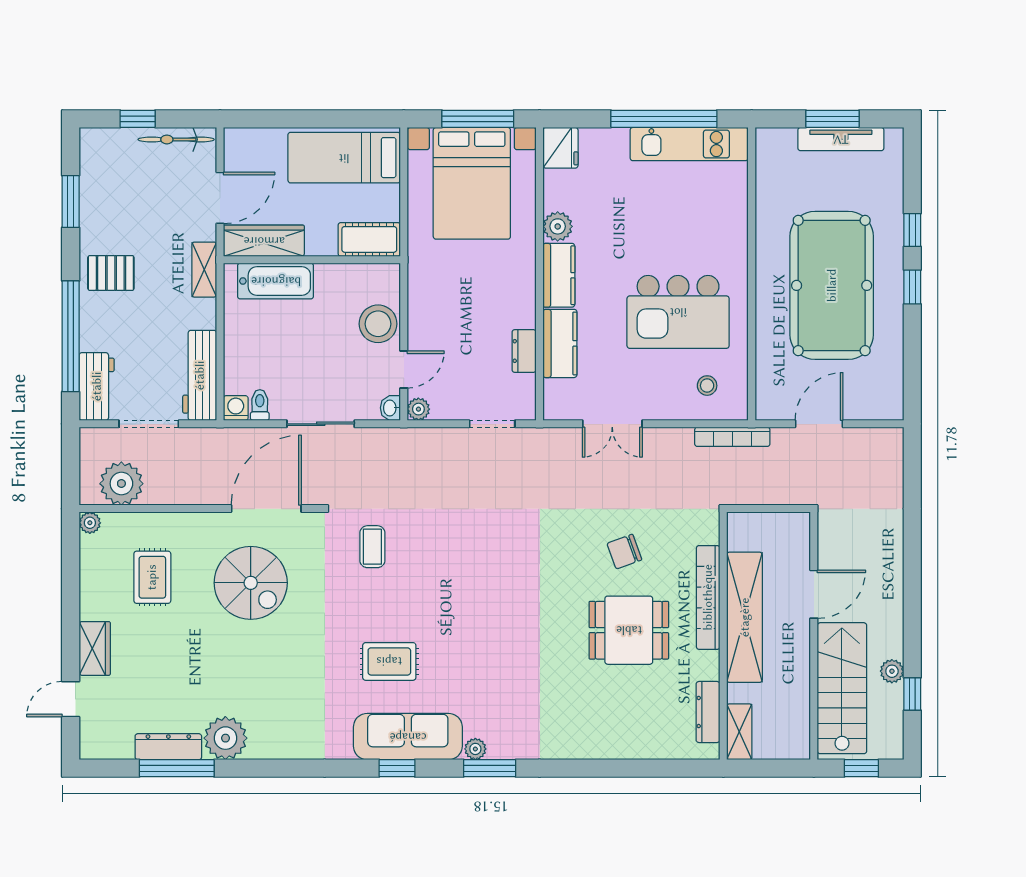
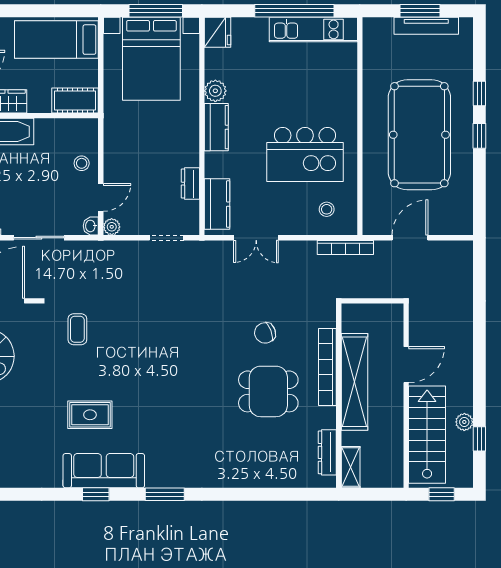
stool: (378, 324) -> (82, 163), width x0.53, depth x0.53
kitchen counter: (560, 343) -> (217, 204), moved
plant: (475, 749) -> (154, 480), removed

